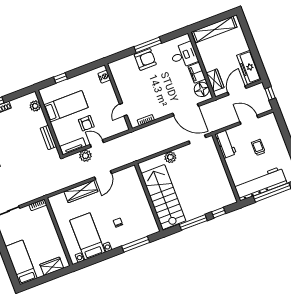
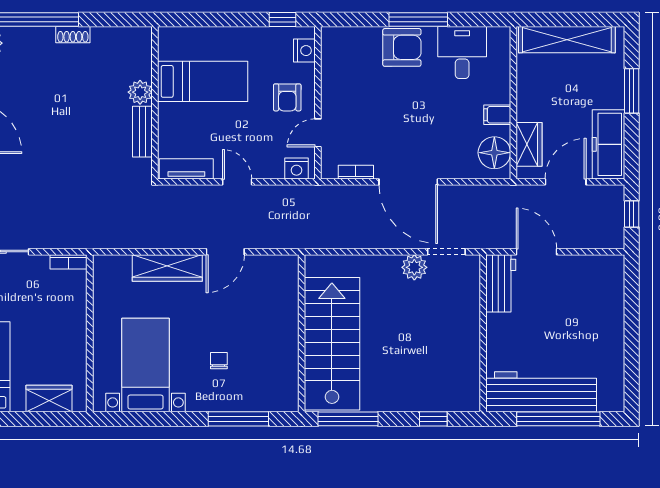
window: (250, 41) -> (632, 91), added
desk: (184, 55) -> (462, 53), moved, turned -90
filing cabinet: (197, 73) -> (497, 115), width x0.50
window: (61, 78) -> (282, 19), moved
plant: (35, 106) -> (140, 92), moved
door: (186, 110) -> (408, 182), moved
door: (249, 120) -> (536, 252), moved
armchair: (86, 123) -> (287, 97), moved
nightstand: (120, 128) -> (296, 168), added
trolley: (258, 147) -> (565, 316), removed
plant: (85, 156) -> (204, 198), removed
plant: (170, 157) -> (414, 267), moved
window: (193, 222) -> (348, 419), moved

